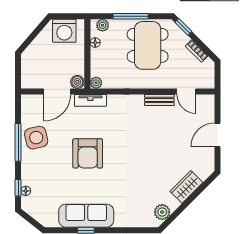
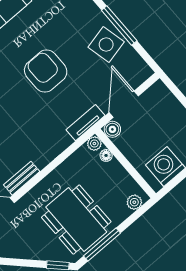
window: (131, 16) -> (102, 245), moved
floor lamp: (95, 43) -> (106, 155), moved
bookcase: (197, 51) -> (26, 254), removed

